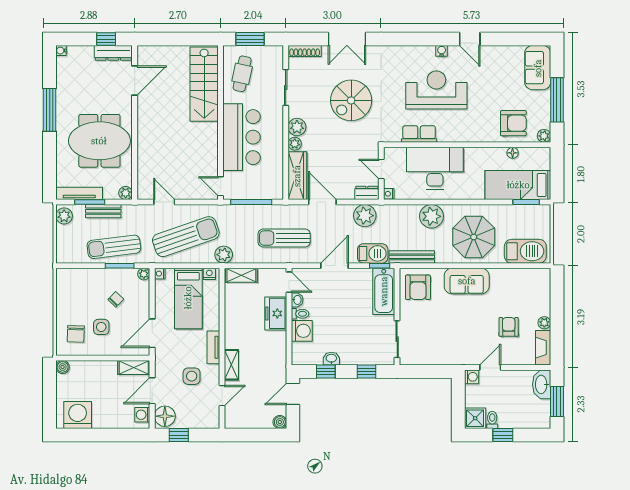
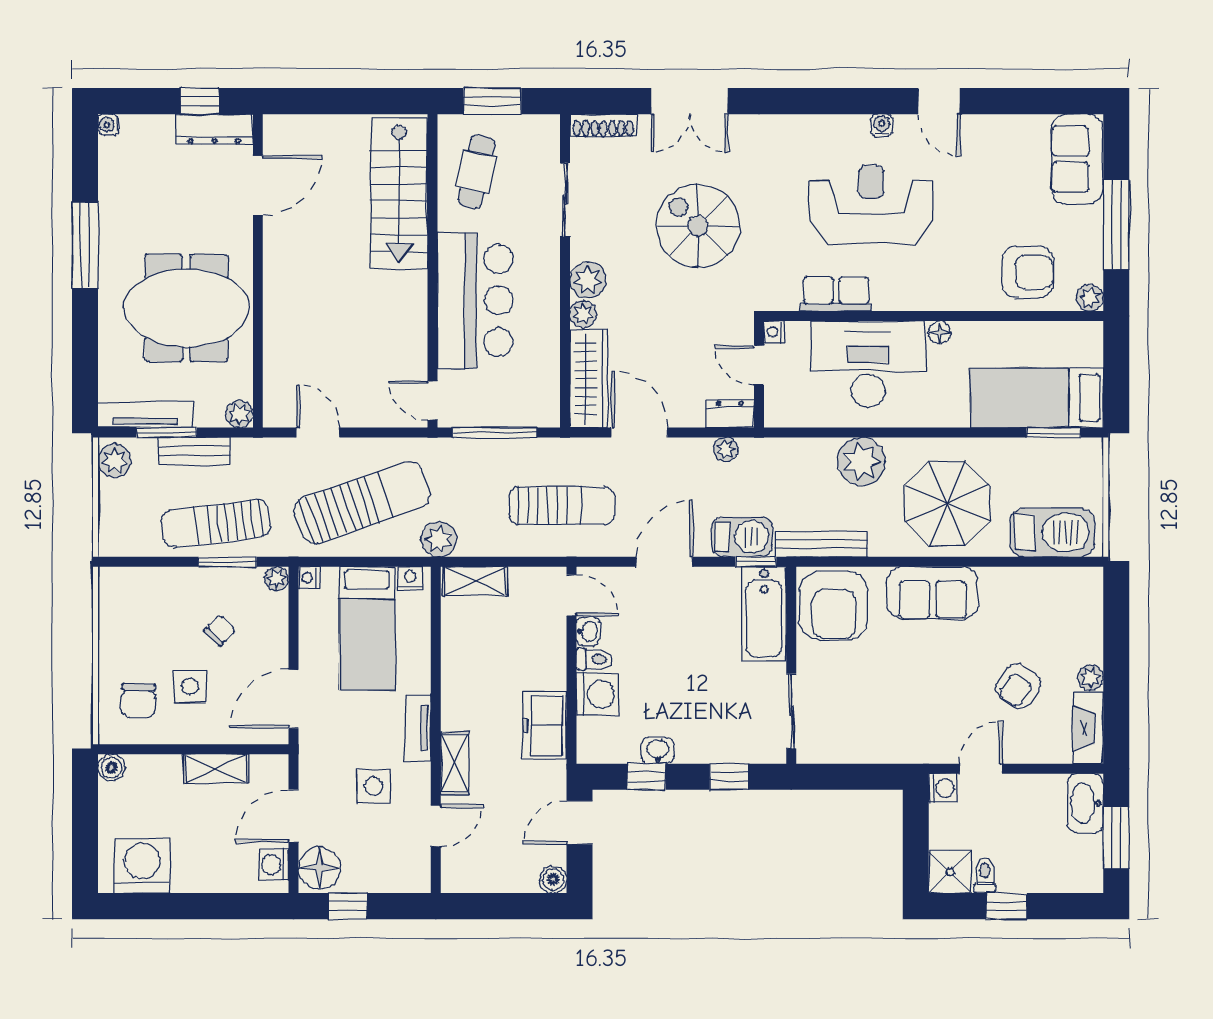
spiral stairs: (351, 100) -> (698, 226), turned 90
floor lamp: (513, 153) -> (940, 332), moved
nightstand: (389, 194) -> (774, 332), moved
plant: (365, 216) -> (726, 449), width x0.53, depth x0.53
sun lounger: (284, 238) -> (562, 506), turned 180
armchair: (418, 287) -> (834, 606), width x1.36, depth x1.36
freezer: (276, 313) -> (545, 726), moved
armchair: (509, 327) -> (1018, 686), turned -145
shelving: (134, 368) -> (216, 769), moved

